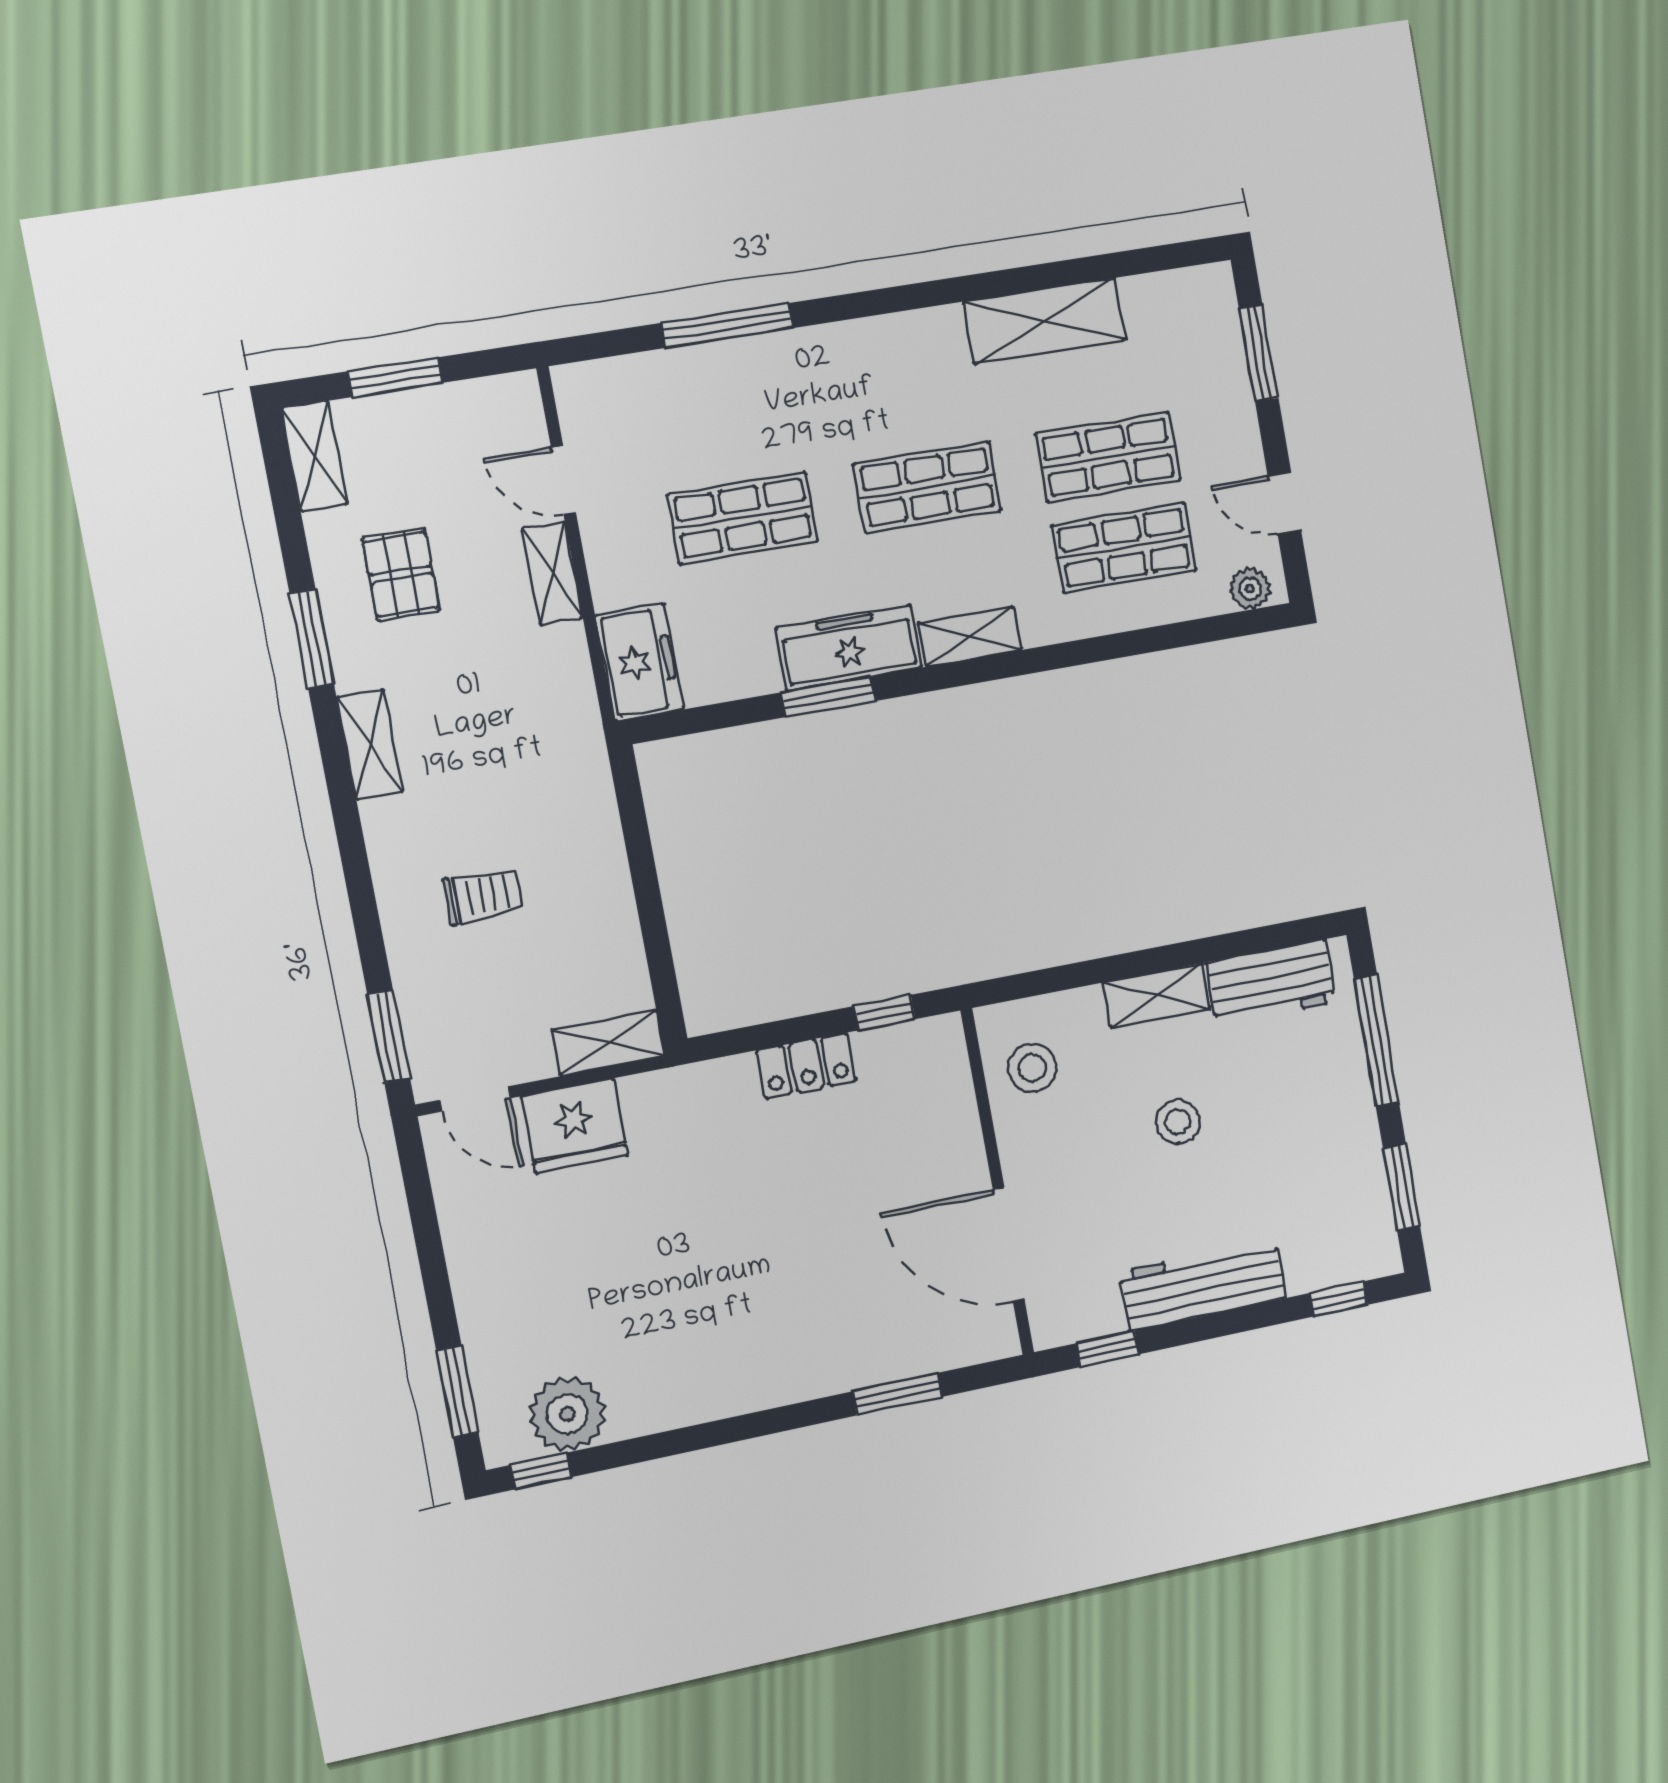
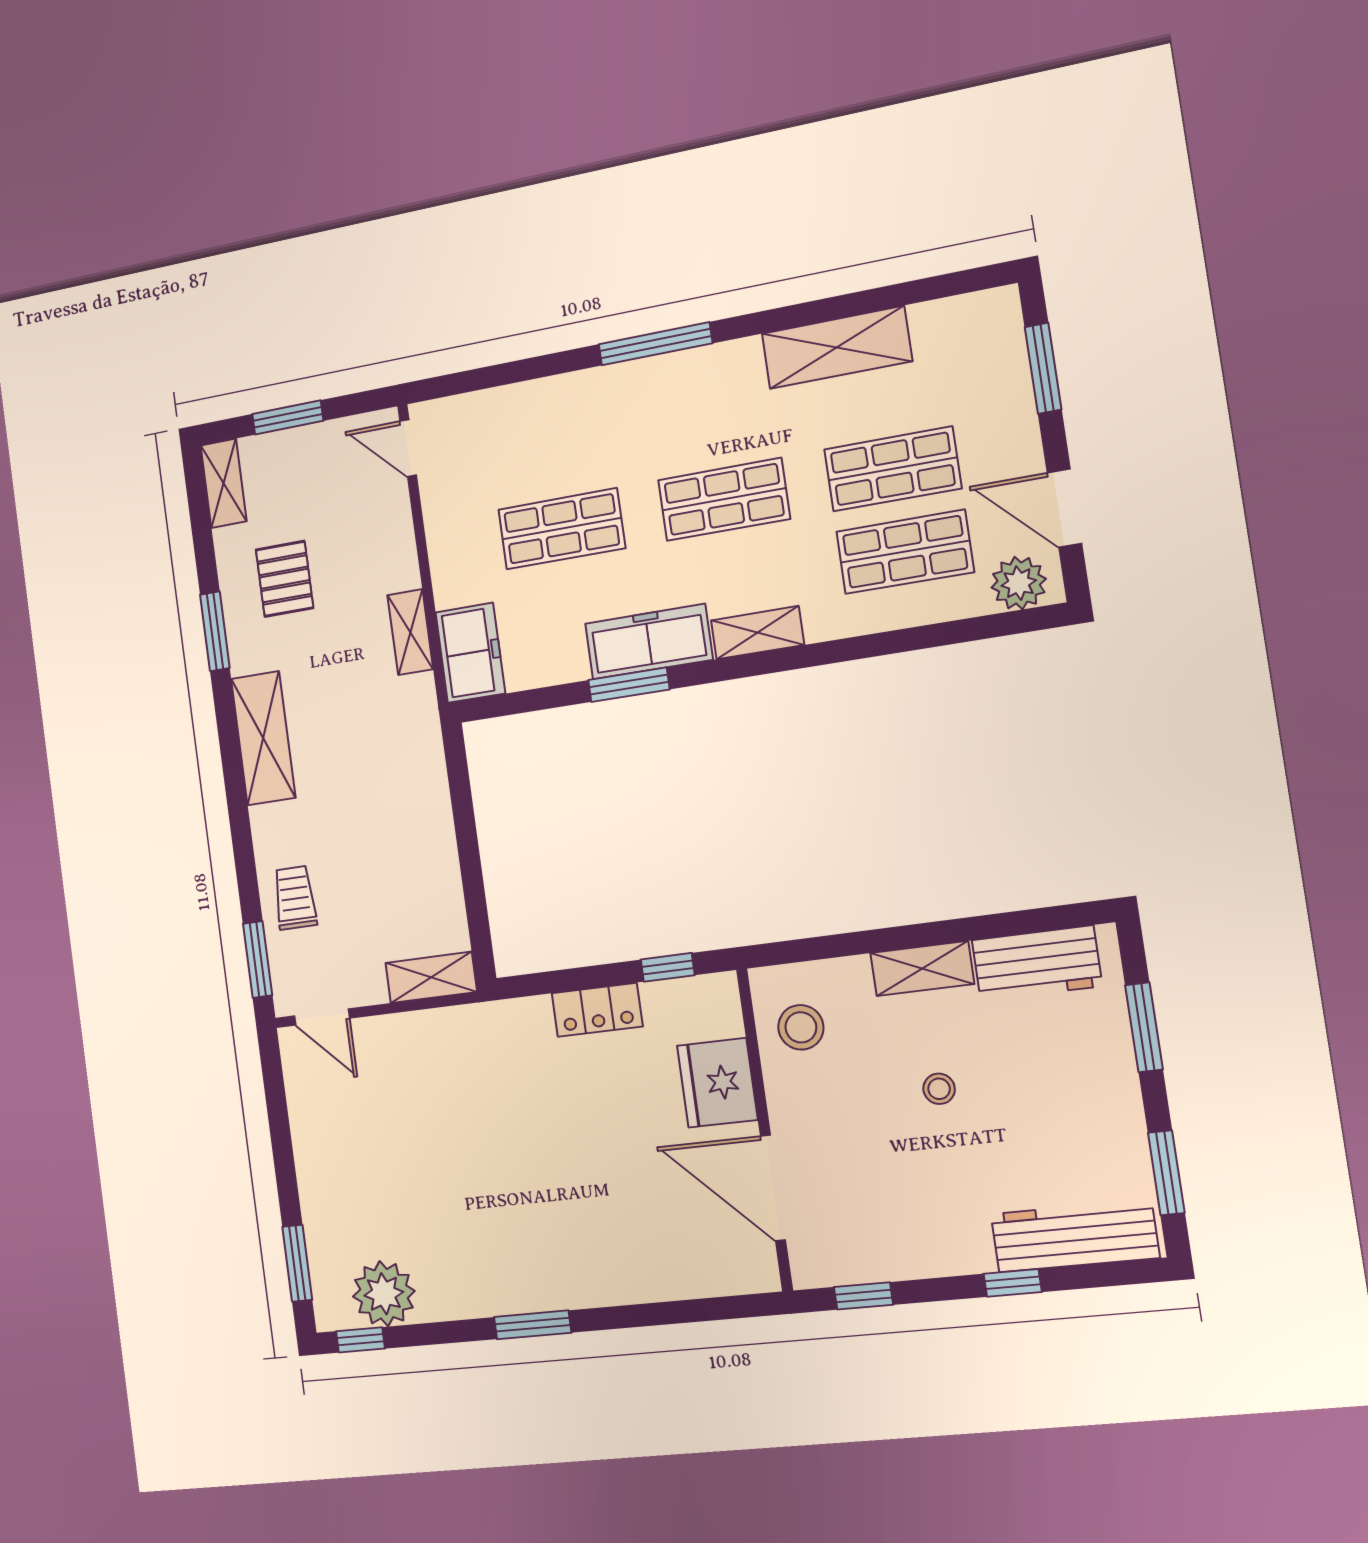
window: (727, 325) -> (655, 344), moved
door: (563, 480) -> (408, 448), moved
door: (1284, 503) -> (1064, 508), width x1.38
shelving: (552, 573) -> (410, 632), moved
plant: (1250, 589) -> (1019, 583), width x1.38, depth x1.38
shelving: (370, 745) -> (263, 738), width x1.50, depth x1.33
trolley: (483, 896) -> (295, 898), moved, turned -90
window: (1377, 1041) -> (1144, 1027), width x0.69
stool: (1178, 1122) -> (939, 1089), width x0.73, depth x0.73
fridge: (575, 1126) -> (717, 1083), moved, turned 90
workbench: (1203, 1285) -> (1075, 1236), moved
window: (1339, 1299) -> (1013, 1283), moved
window: (897, 1394) -> (533, 1325), moved

